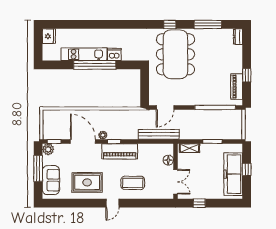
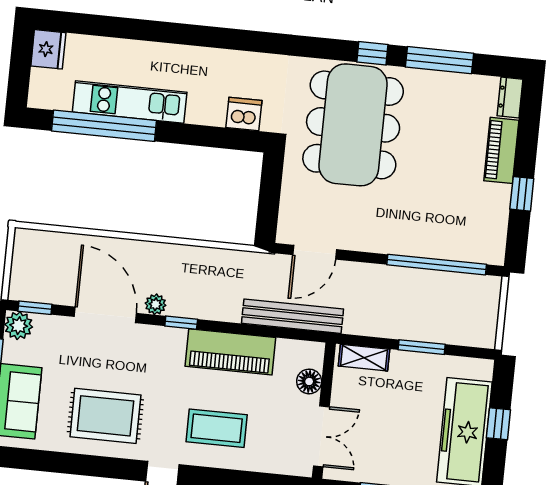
window: (170, 24) -> (372, 53), moved
dishwasher: (114, 54) -> (244, 114), moved
window: (95, 65) -> (104, 126), moved
piano: (237, 87) -> (501, 150), moved
piano: (120, 151) -> (230, 352), moved

